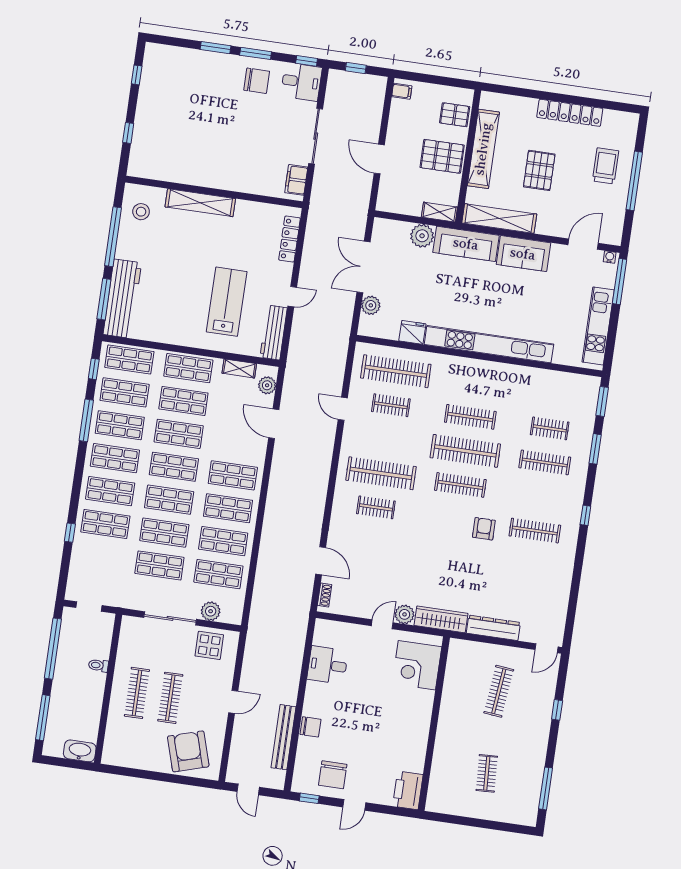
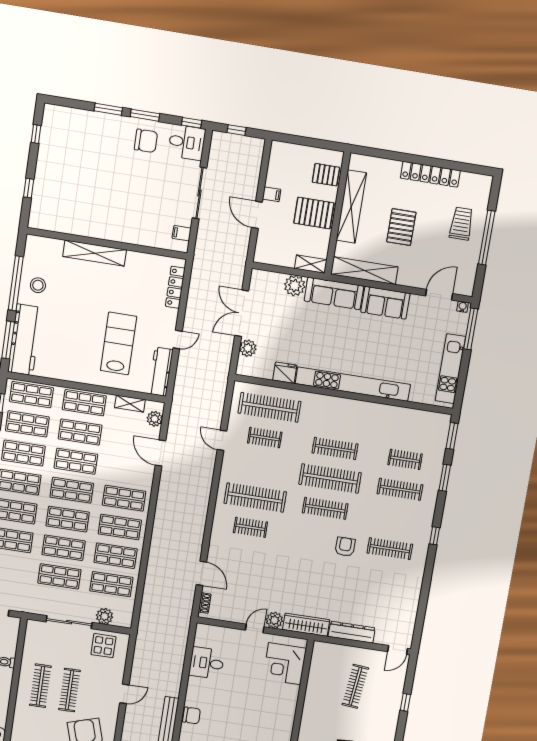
filing cabinet: (402, 91) -> (272, 194), moved
filing cabinet: (296, 180) -> (182, 233), width x0.50
stool: (141, 212) -> (38, 285), moved

